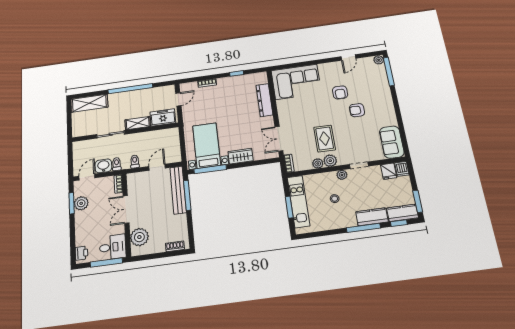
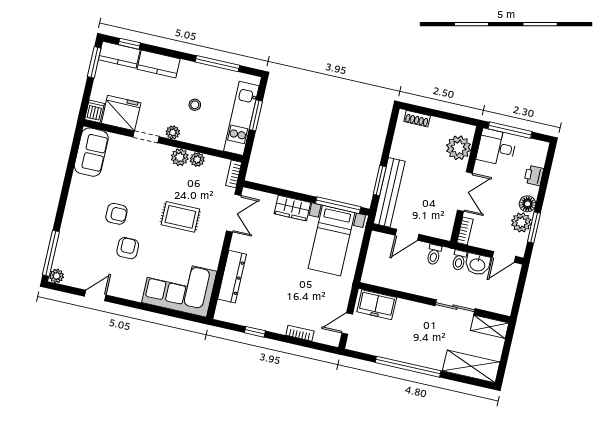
shelving: (138, 123) -> (490, 327), moved
rug: (325, 139) -> (180, 217), moved, turned 90
fridge: (389, 171) -> (121, 113), width x1.88, depth x1.34
window: (187, 195) -> (380, 180), width x0.69
floor lamp: (80, 217) -> (528, 204), added
window: (363, 228) -> (217, 64), moved
printer: (81, 253) -> (534, 175), moved

